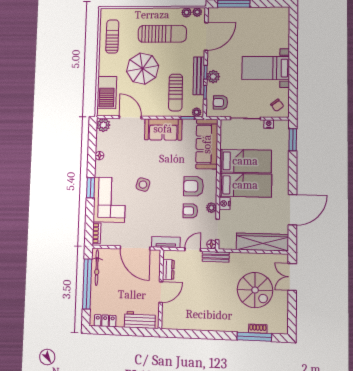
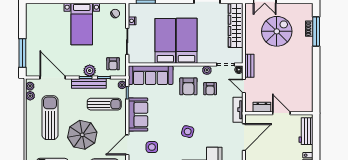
side table: (127, 144) -> (152, 147), added
nightstand: (225, 203) -> (203, 59), removed

